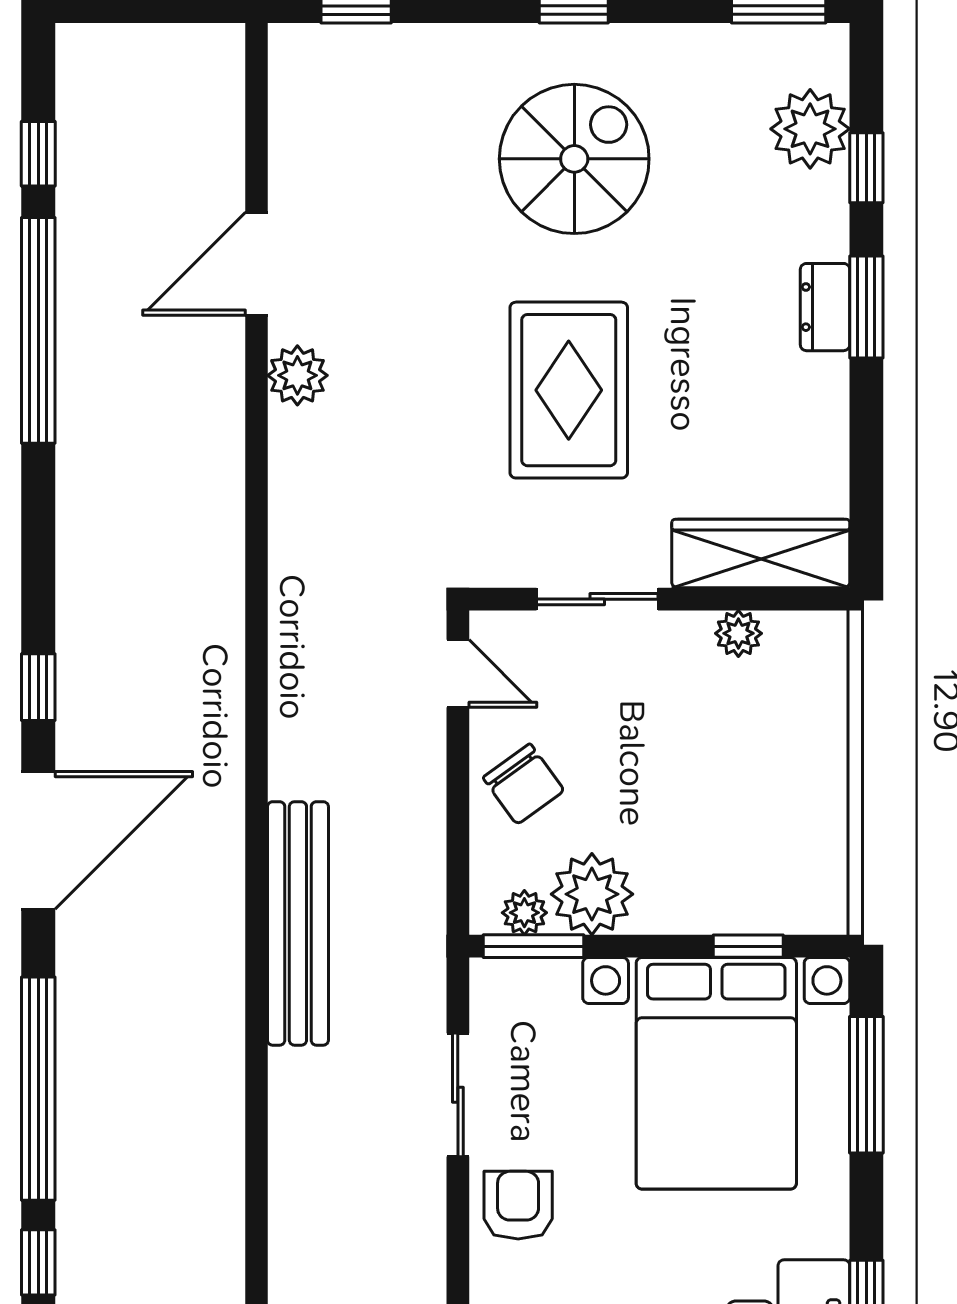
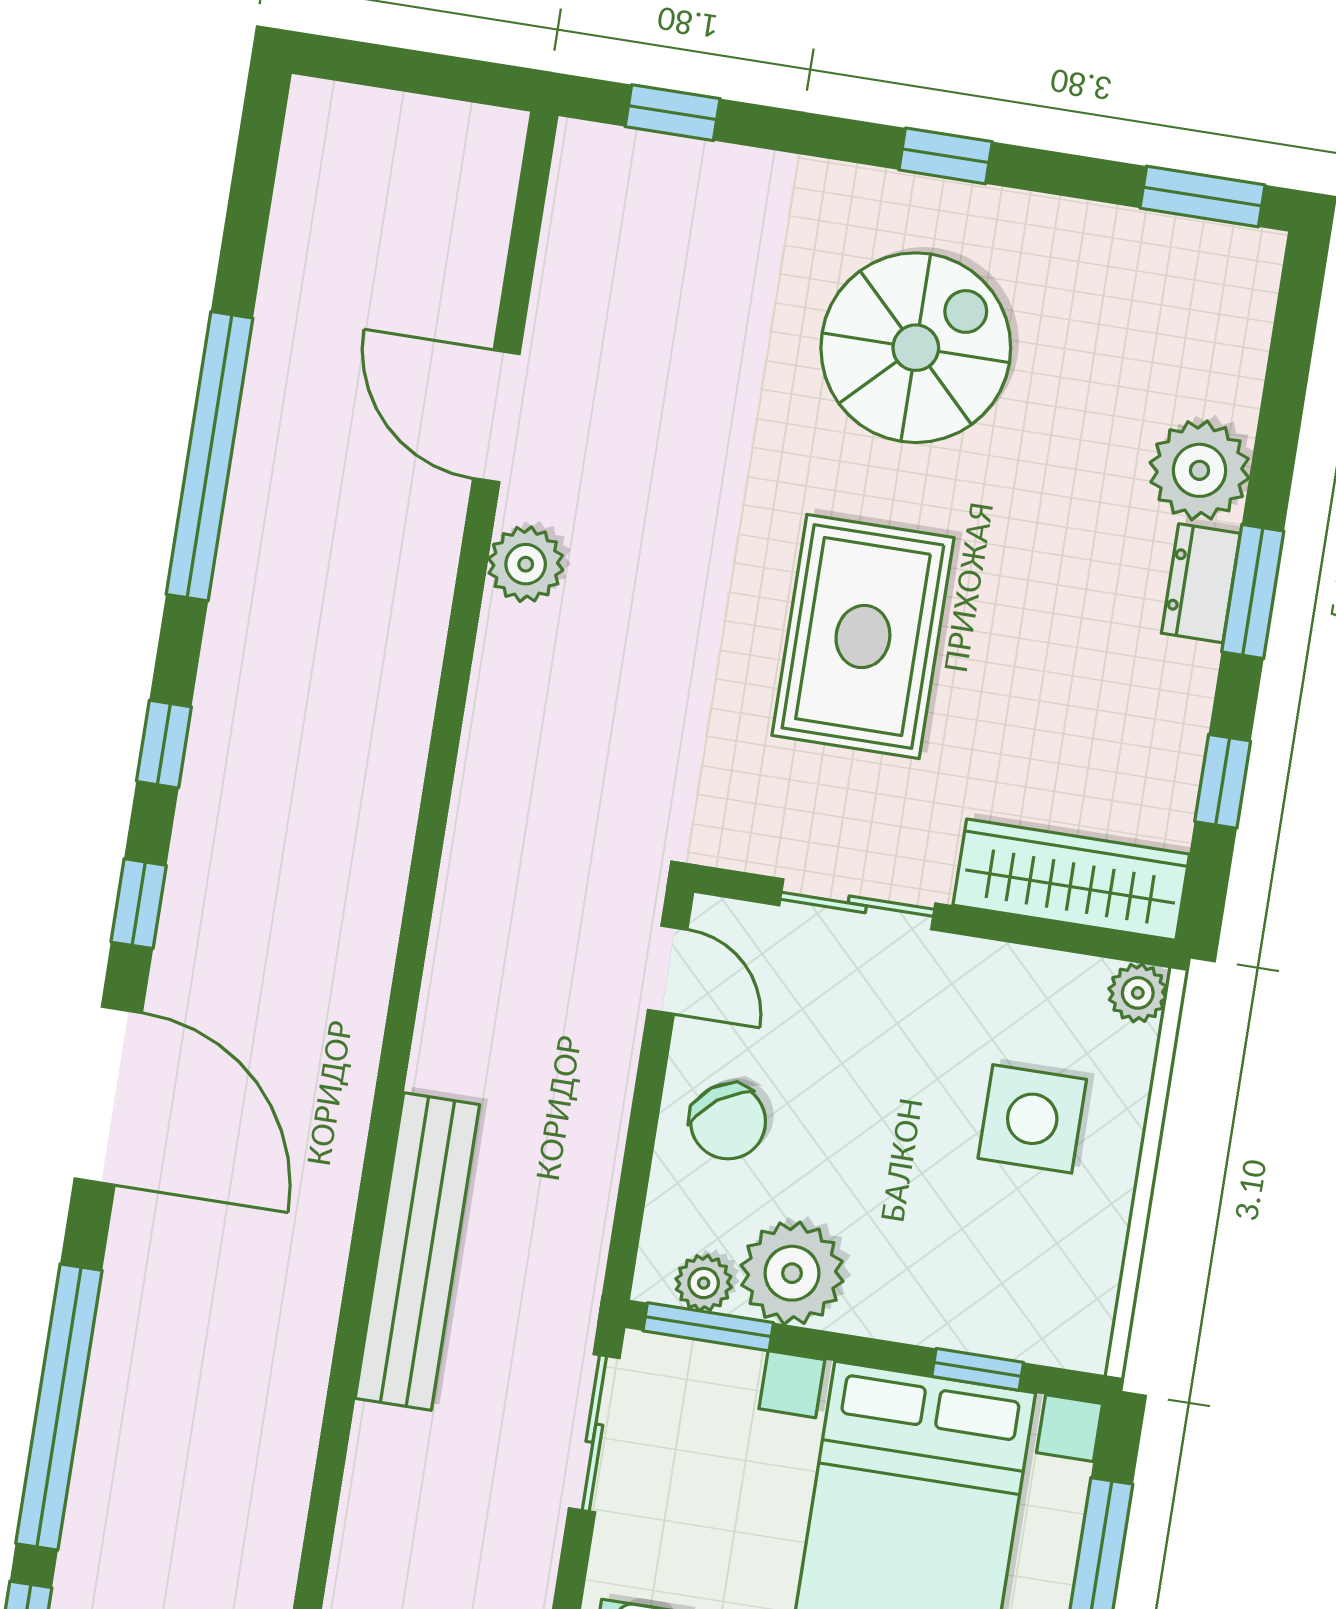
plant: (810, 129) -> (1199, 470), moved
window: (38, 154) -> (164, 744), moved
window: (866, 168) -> (1223, 781), moved
door: (256, 264) -> (496, 416), hinge flipped
plant: (738, 633) -> (1138, 993), moved
side table: (760, 744) -> (1032, 1119), added
door: (38, 840) -> (108, 1096), hinge flipped
sliding door: (458, 1095) -> (594, 1433), moved

